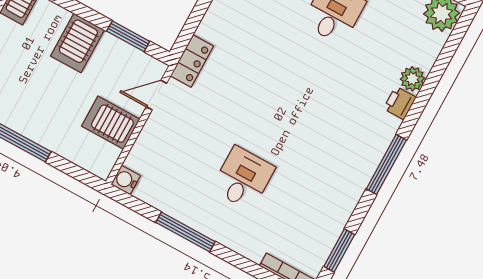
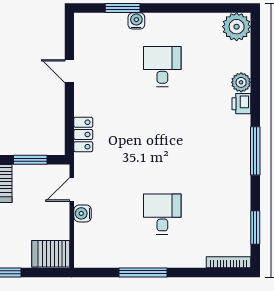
locker: (192, 61) -> (83, 134), moved
server rack: (111, 123) -> (51, 254), moved
water cooler: (126, 180) -> (83, 213), moved

